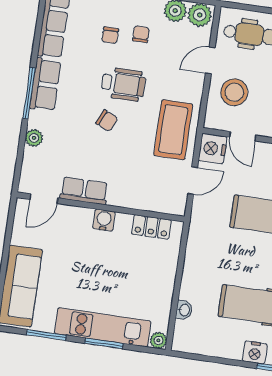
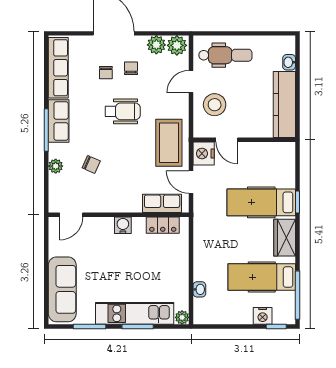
chair: (107, 121) -> (91, 164), moved
door: (193, 181) -> (191, 182), swing flipped
row of seats: (84, 191) -> (162, 203), moved

